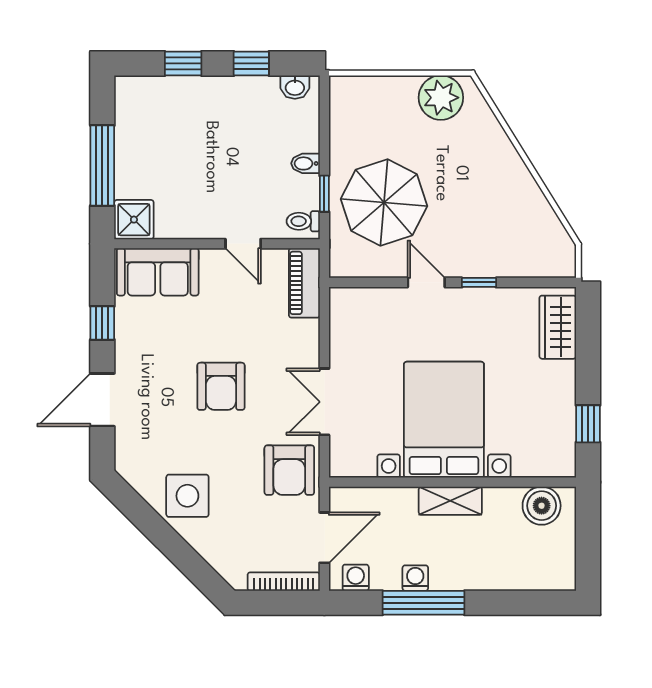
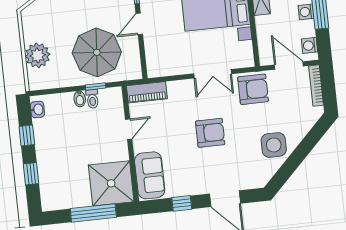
plant: (441, 98) -> (38, 55), moved
shower: (134, 220) -> (111, 183), width x1.86, depth x1.86
toilet: (303, 221) -> (92, 99), moved

